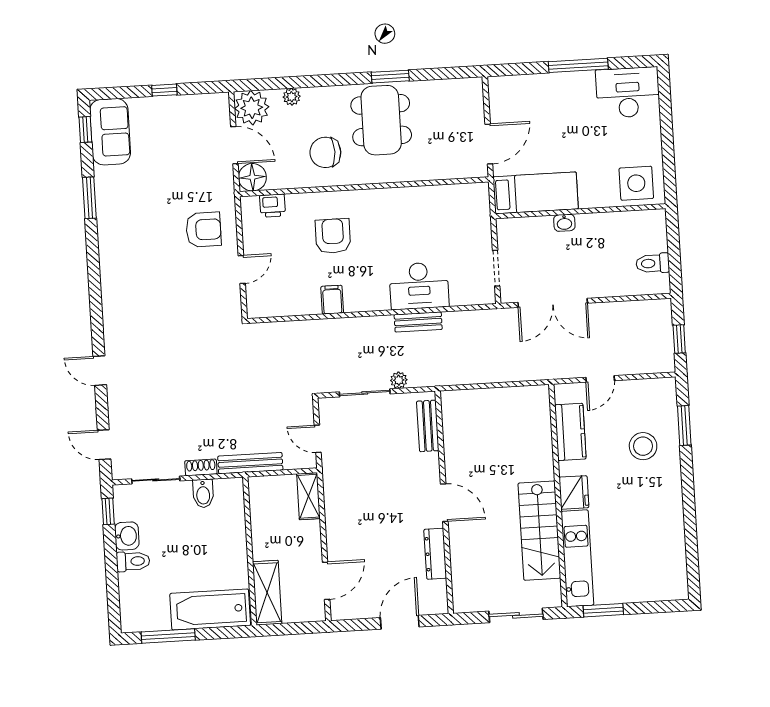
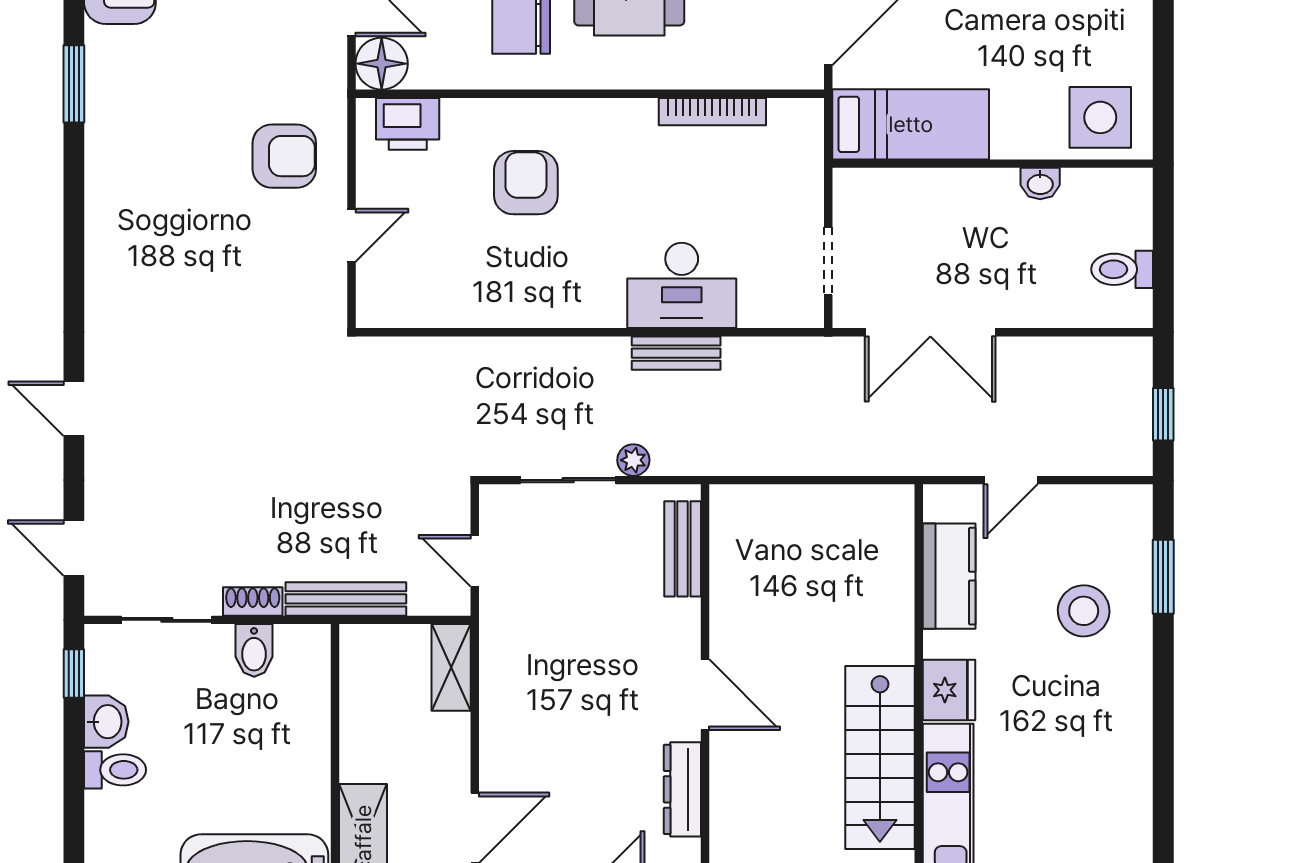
bookcase: (430, 192) -> (712, 112), added
printer: (273, 206) -> (408, 124), width x1.36, depth x1.24
washbasin: (564, 223) -> (1040, 183), moved
filing cabinet: (332, 300) -> (518, 302), removed

